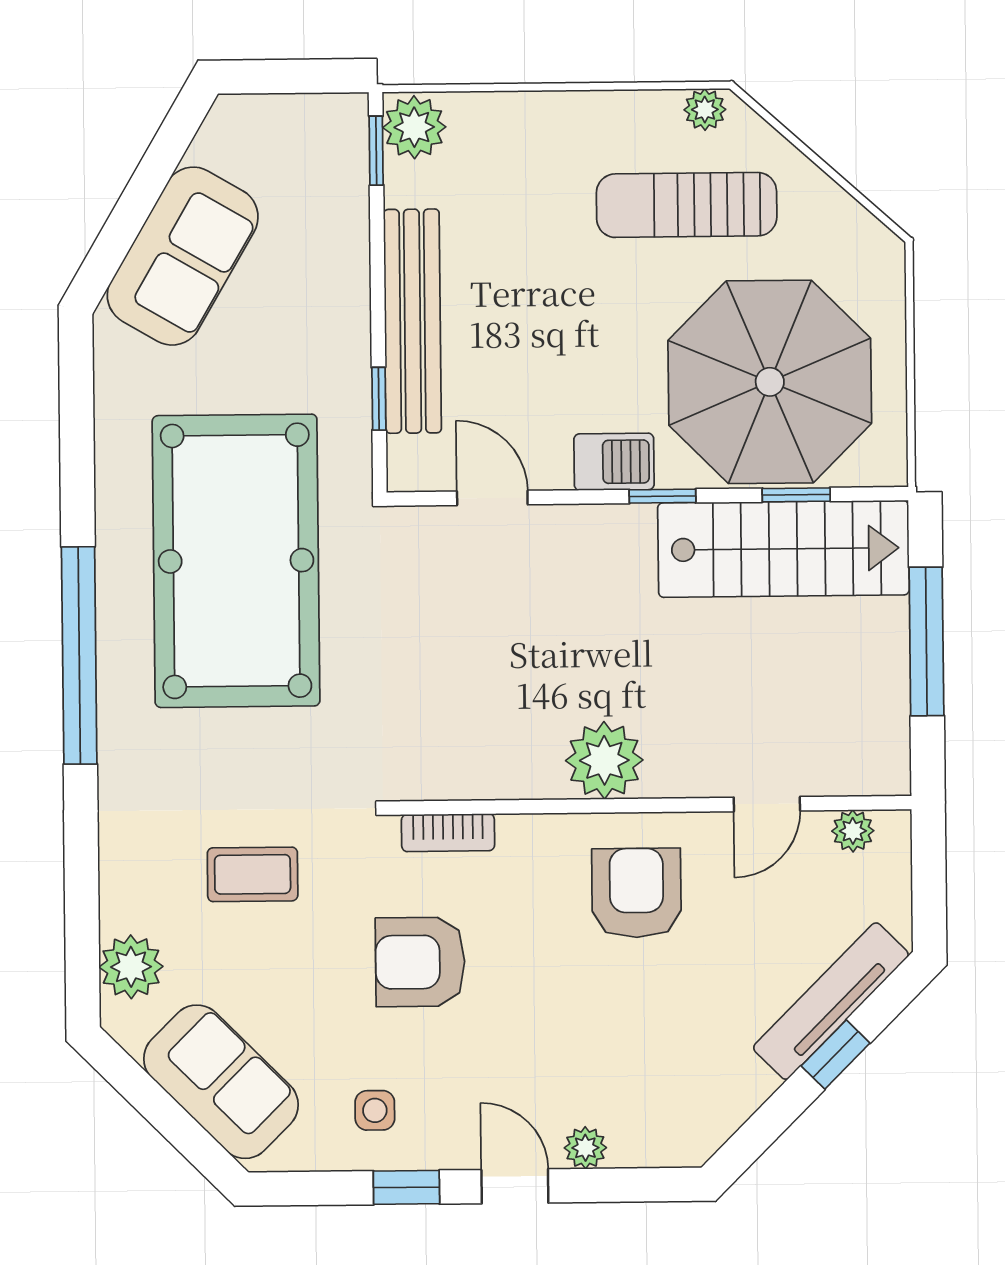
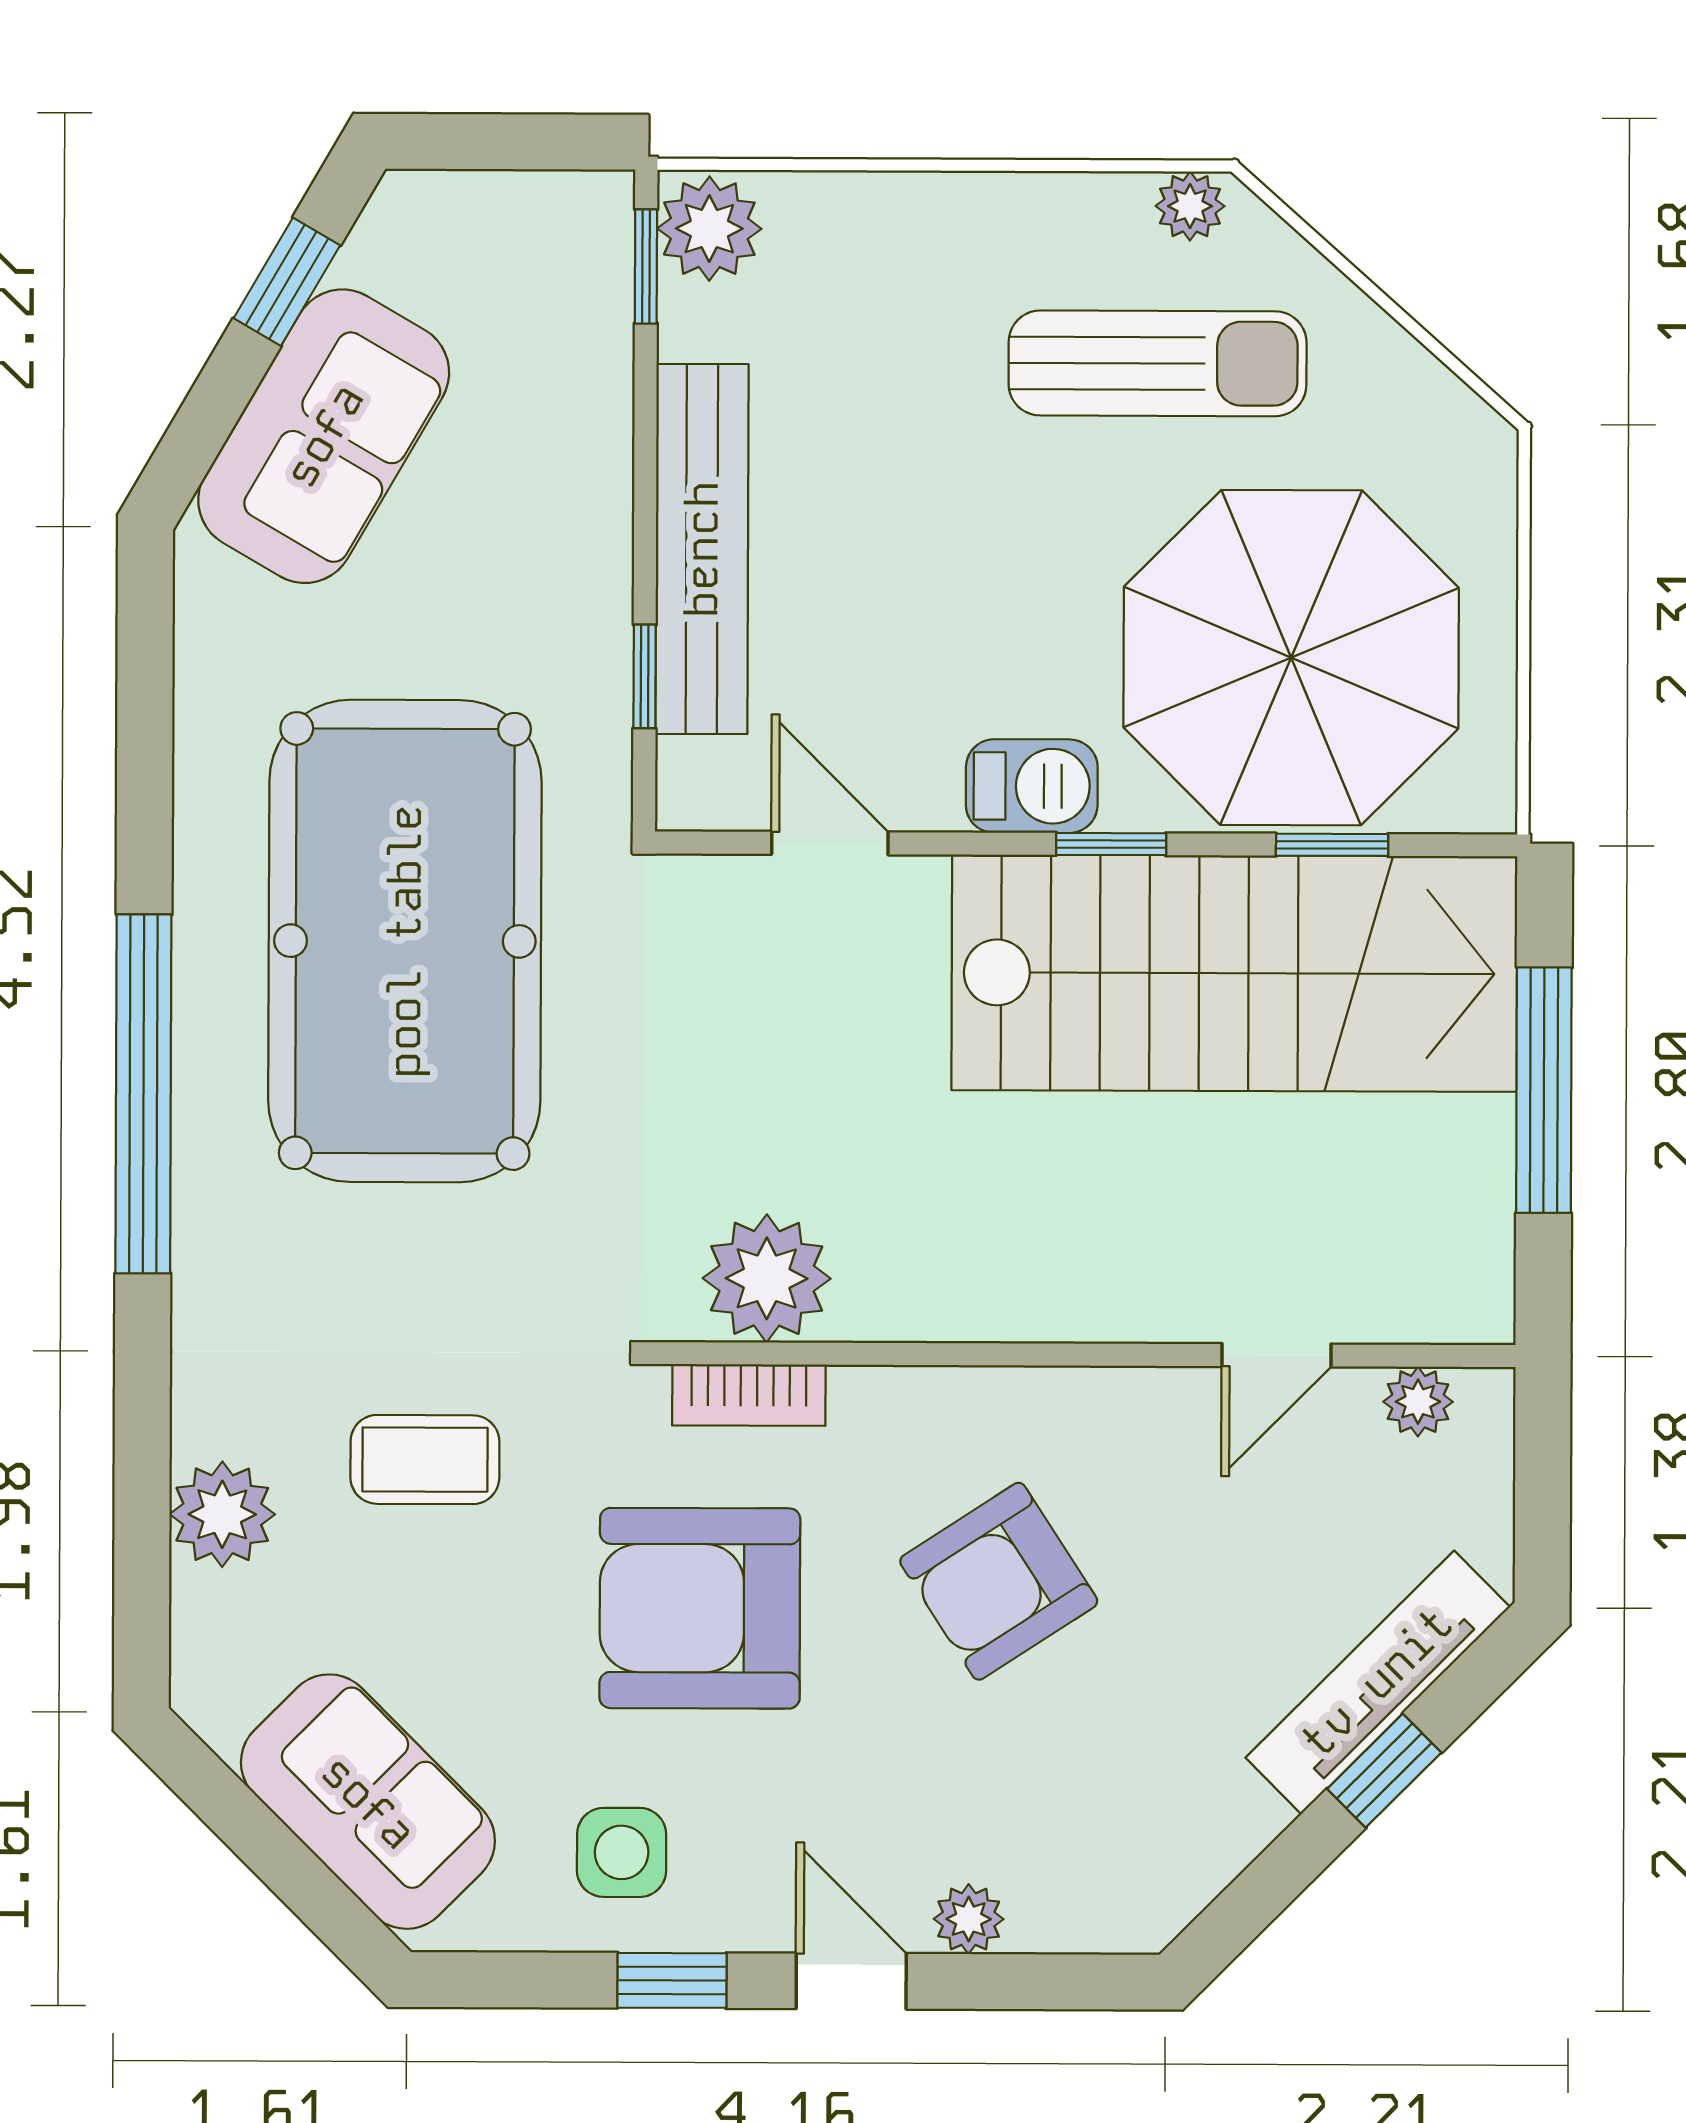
window: (159, 163) -> (287, 282), added
sun lounger: (687, 205) -> (1158, 363), turned 180
stairs: (783, 549) -> (1234, 973), width x1.36, depth x1.51
plant: (604, 760) -> (767, 1278), moved
armchair: (636, 893) -> (999, 1581), moved, turned -123
armchair: (420, 962) -> (700, 1608), width x1.36, depth x1.36
plant: (131, 967) -> (222, 1514), moved
side table: (375, 1110) -> (622, 1852), width x1.37, depth x1.37

